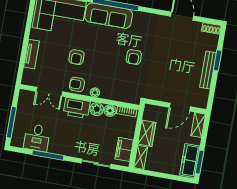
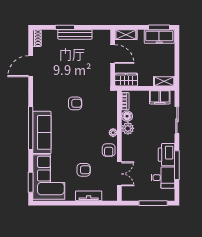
armchair: (77, 57) -> (84, 170), moved
printer: (77, 108) -> (167, 155), moved, turned 180
wardrobe: (147, 133) -> (126, 80), moved

